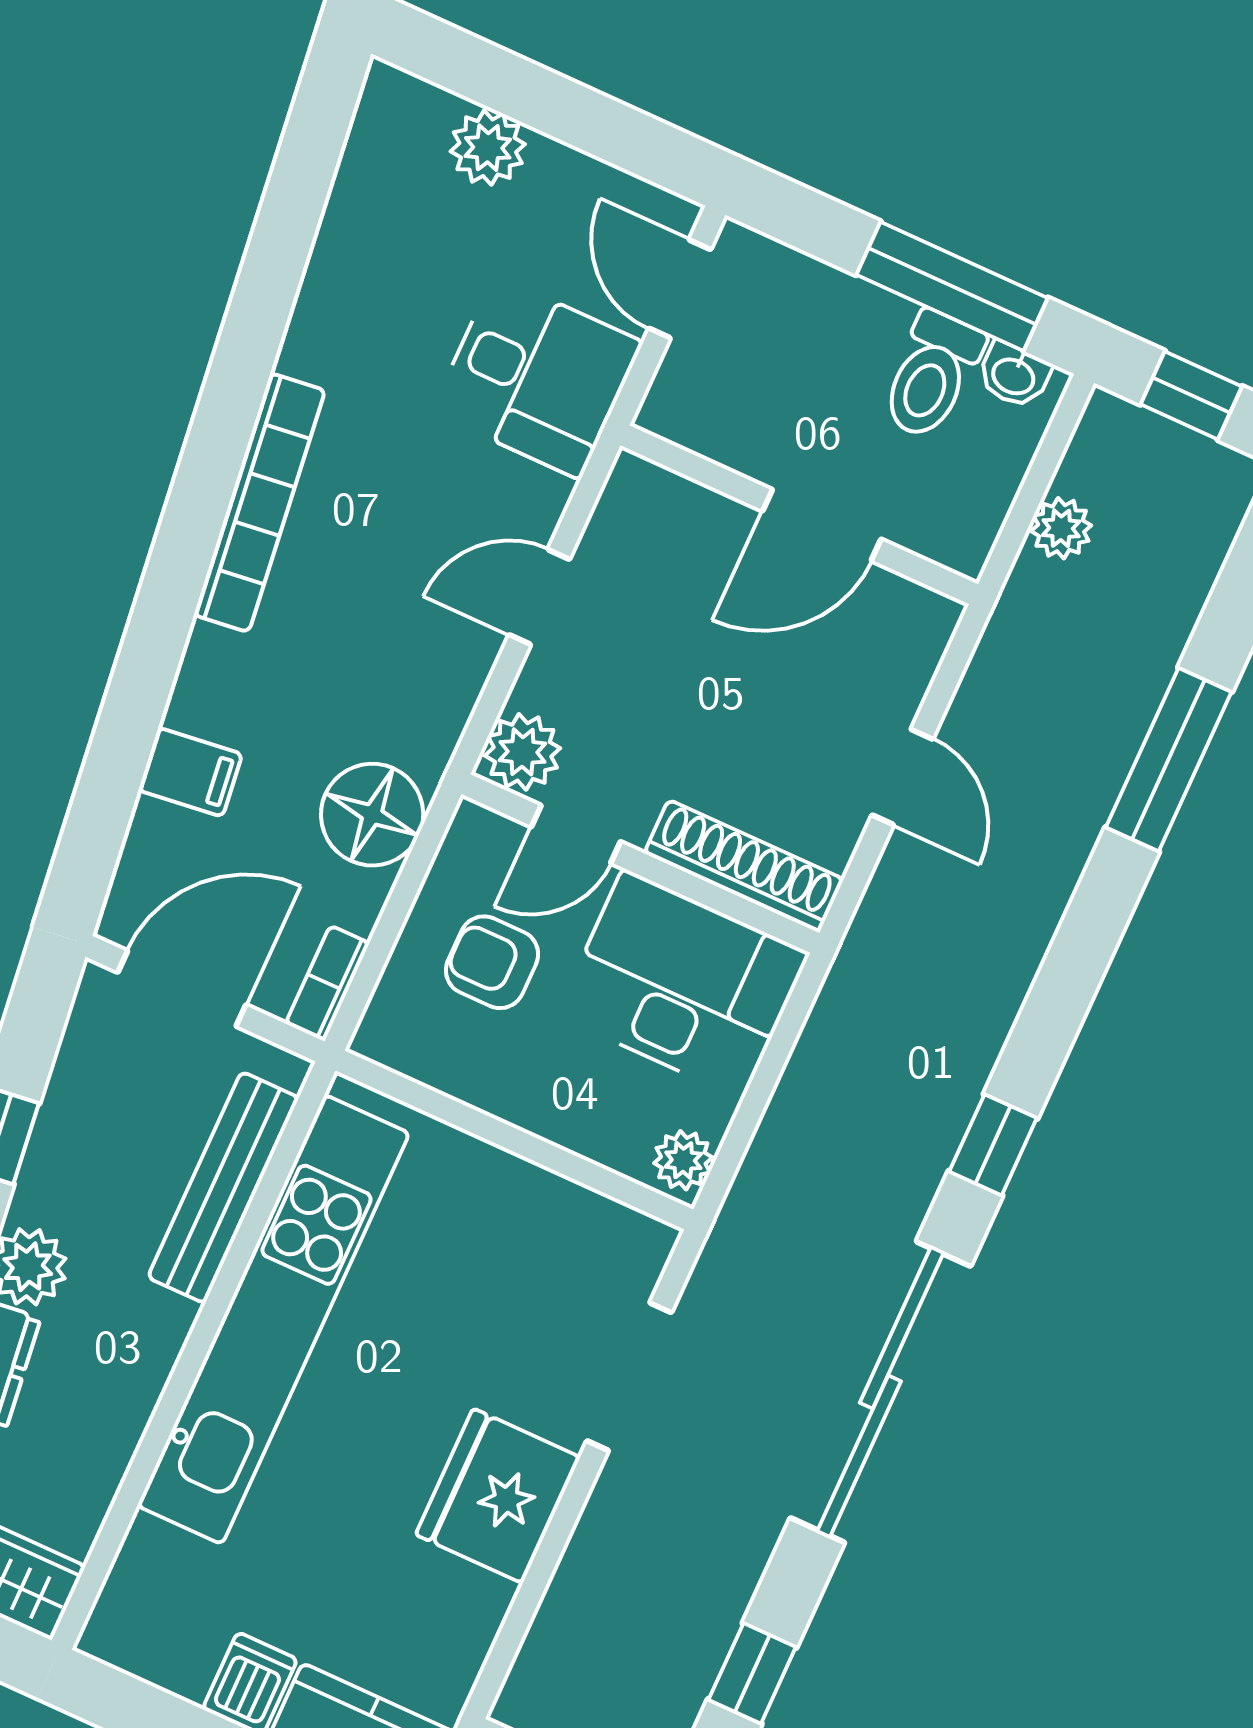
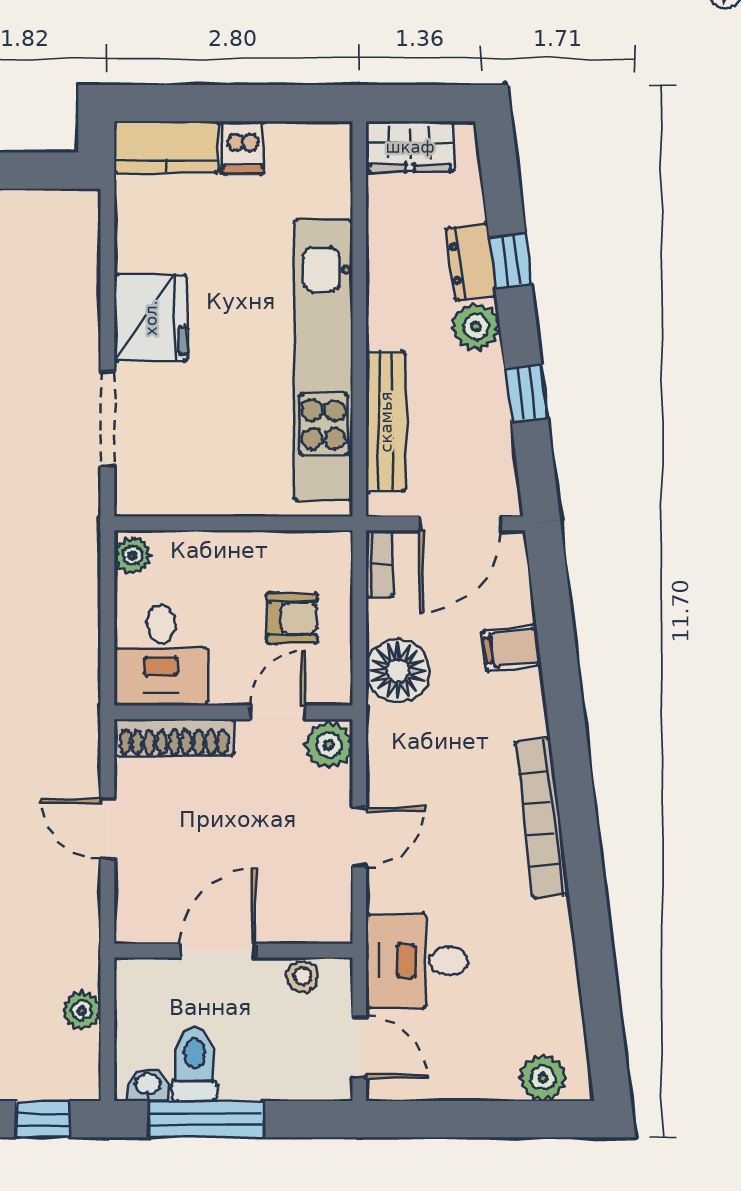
plant: (488, 148) -> (543, 1078), moved
stool: (716, 431) -> (302, 977), added
desk: (683, 984) -> (161, 655), width x0.73

